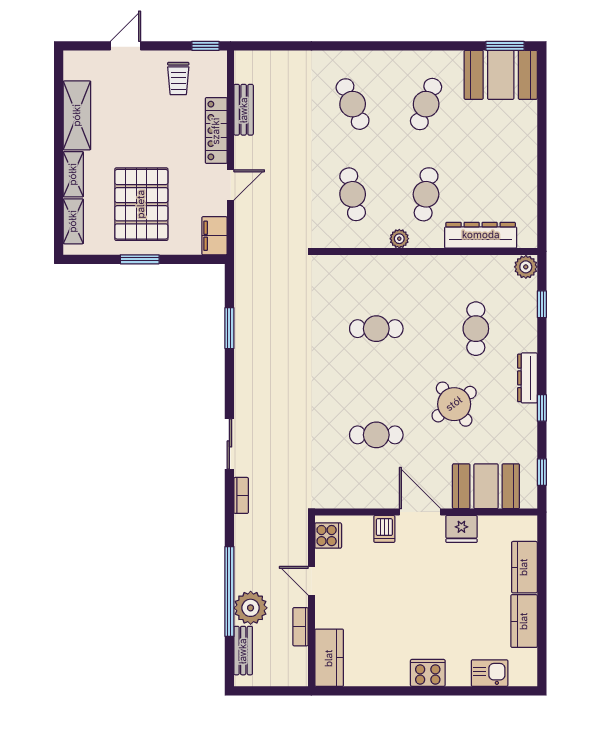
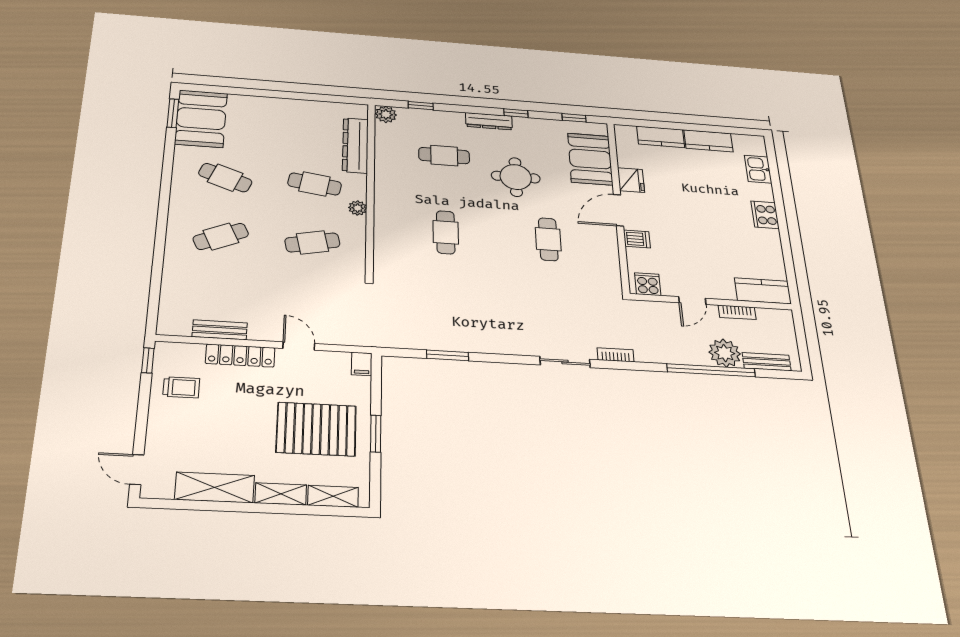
door: (125, 46) -> (137, 470), moved
filing cabinet: (214, 236) -> (362, 364), width x0.50
round table: (454, 404) -> (516, 177), turned 36

